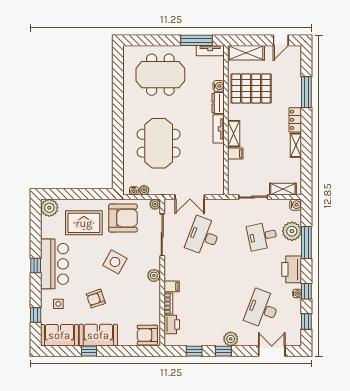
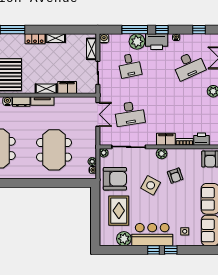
meeting table: (159, 143) -> (54, 150), turned 90
filing cabinet: (235, 154) -> (67, 87), width x2.00
double door: (190, 197) -> (98, 114), moved
plant: (49, 208) -> (124, 239), moved
armchair: (123, 218) -> (115, 179), turned 90
plant: (292, 231) -> (137, 41), moved
desk: (203, 236) -> (130, 114), turned -30
filing cabinet: (172, 286) -> (166, 139), width x2.00
window: (306, 291) -> (162, 30), moved
armchair: (96, 299) -> (175, 176), moved
desk: (262, 309) -> (189, 66), turned -45
window: (36, 315) -> (171, 250), moved

